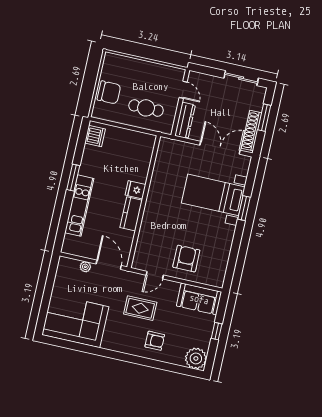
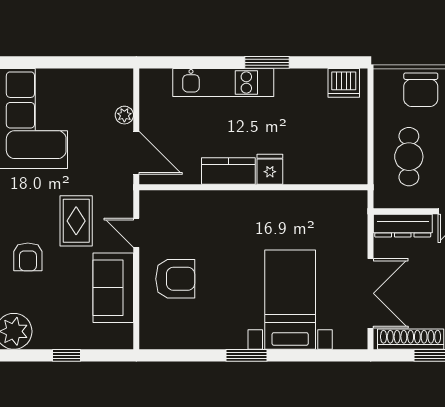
window: (244, 208) -> (246, 355), moved
door: (109, 265) -> (136, 153), hinge flipped
sofa: (199, 299) -> (113, 288), moved

